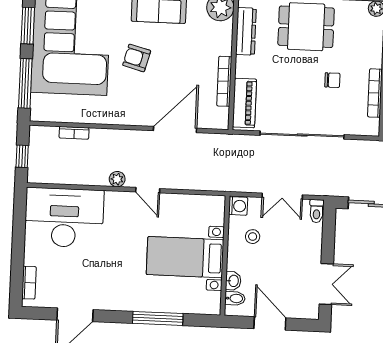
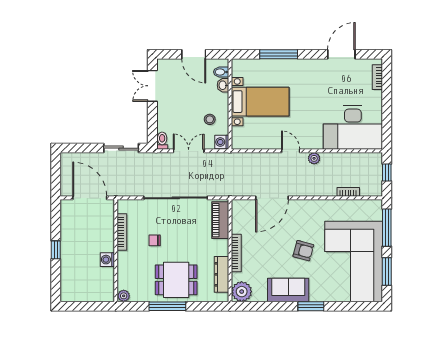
bookcase: (224, 81) -> (236, 253), moved

